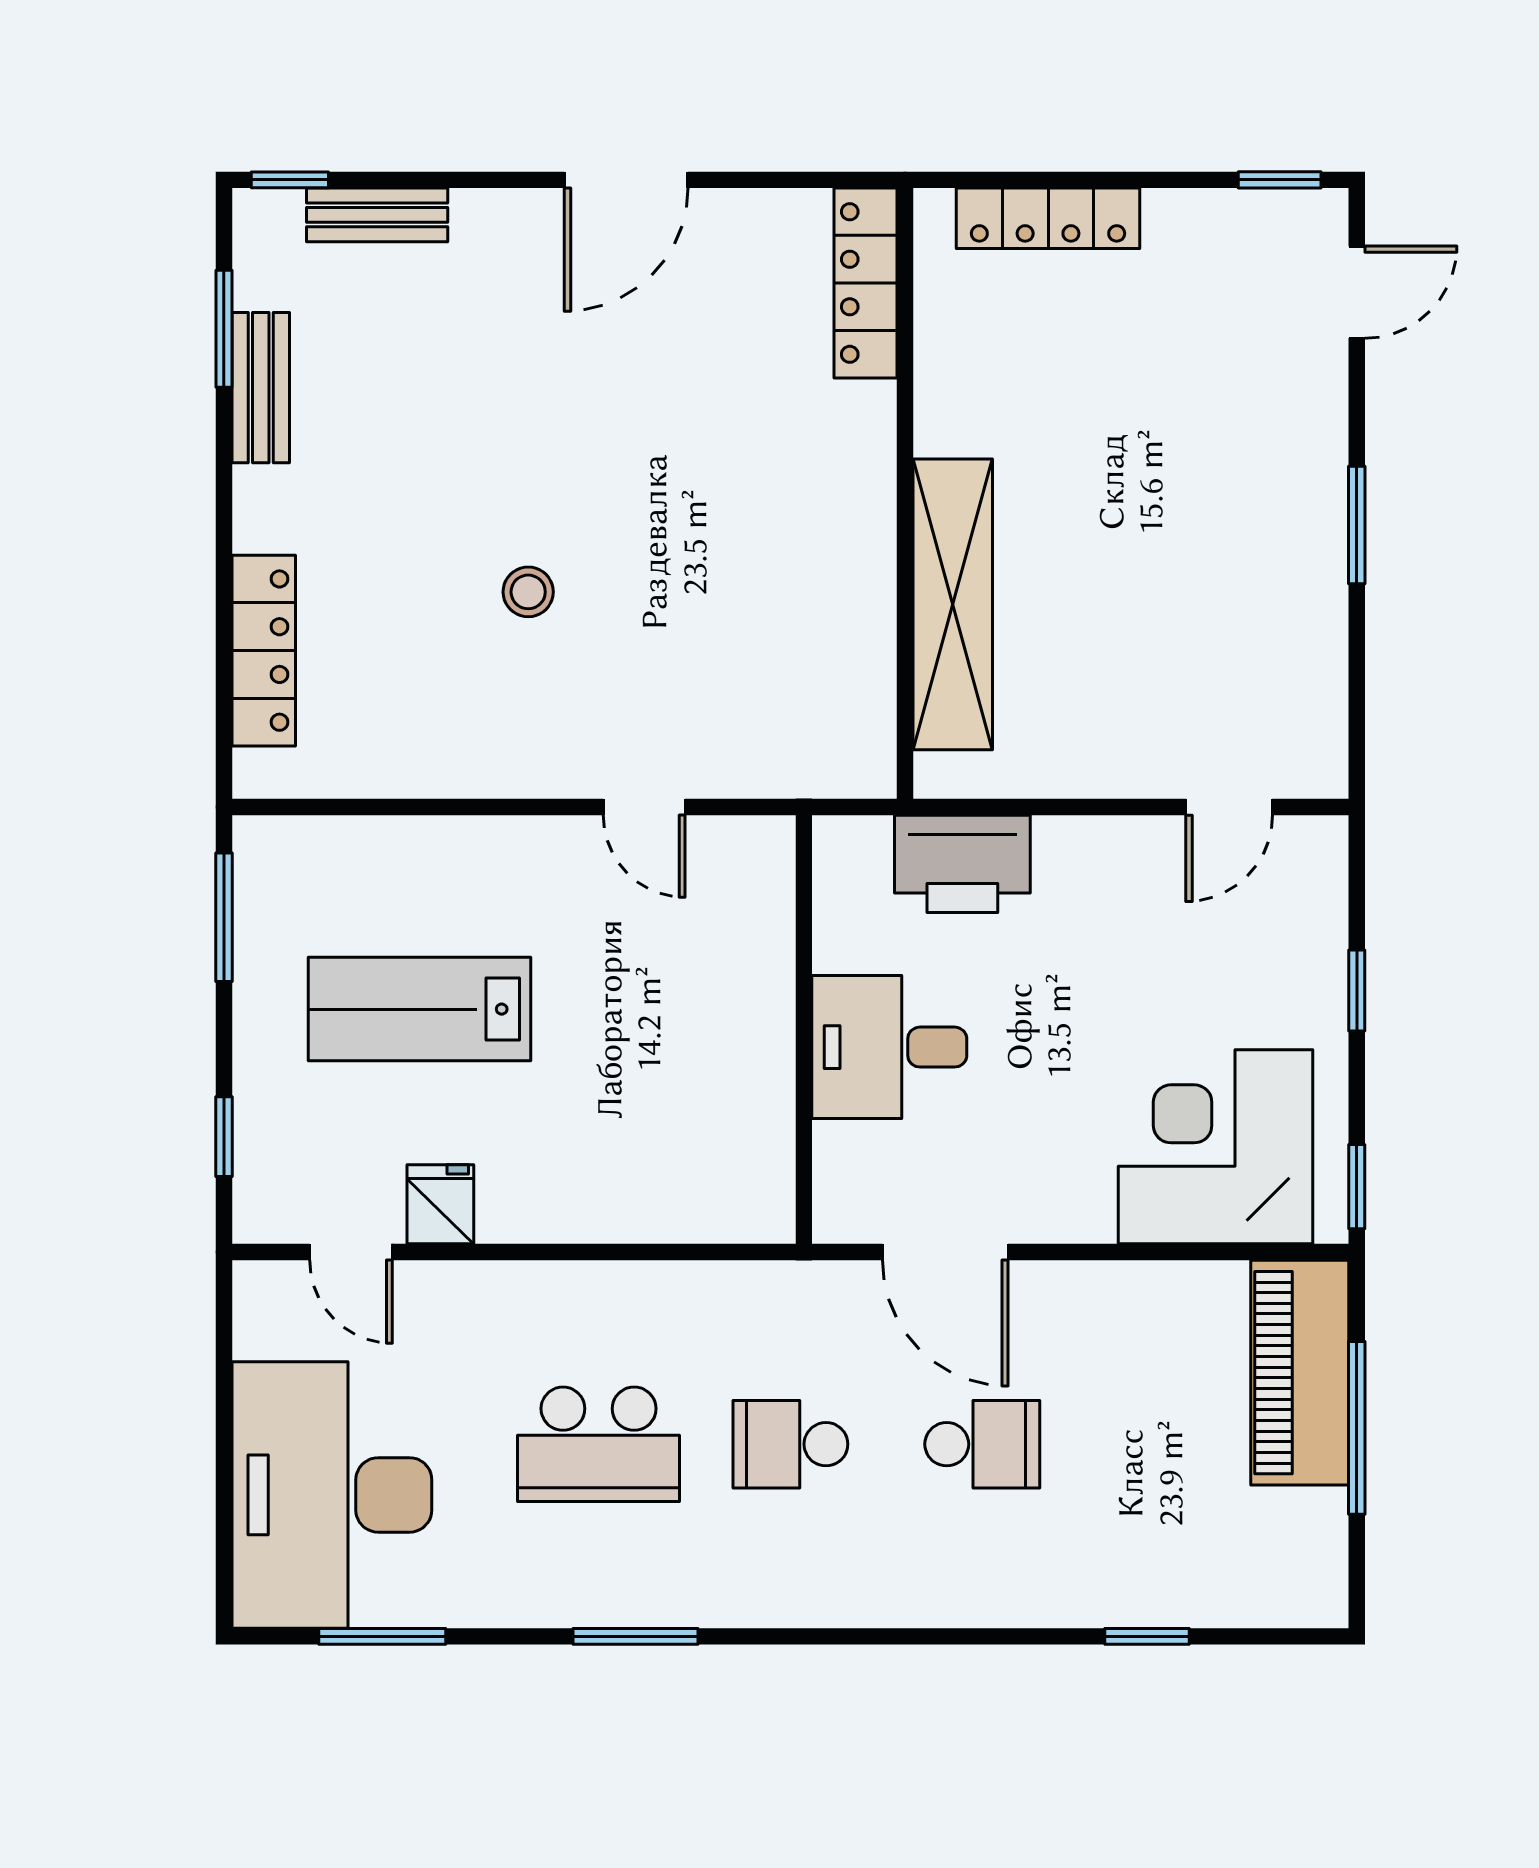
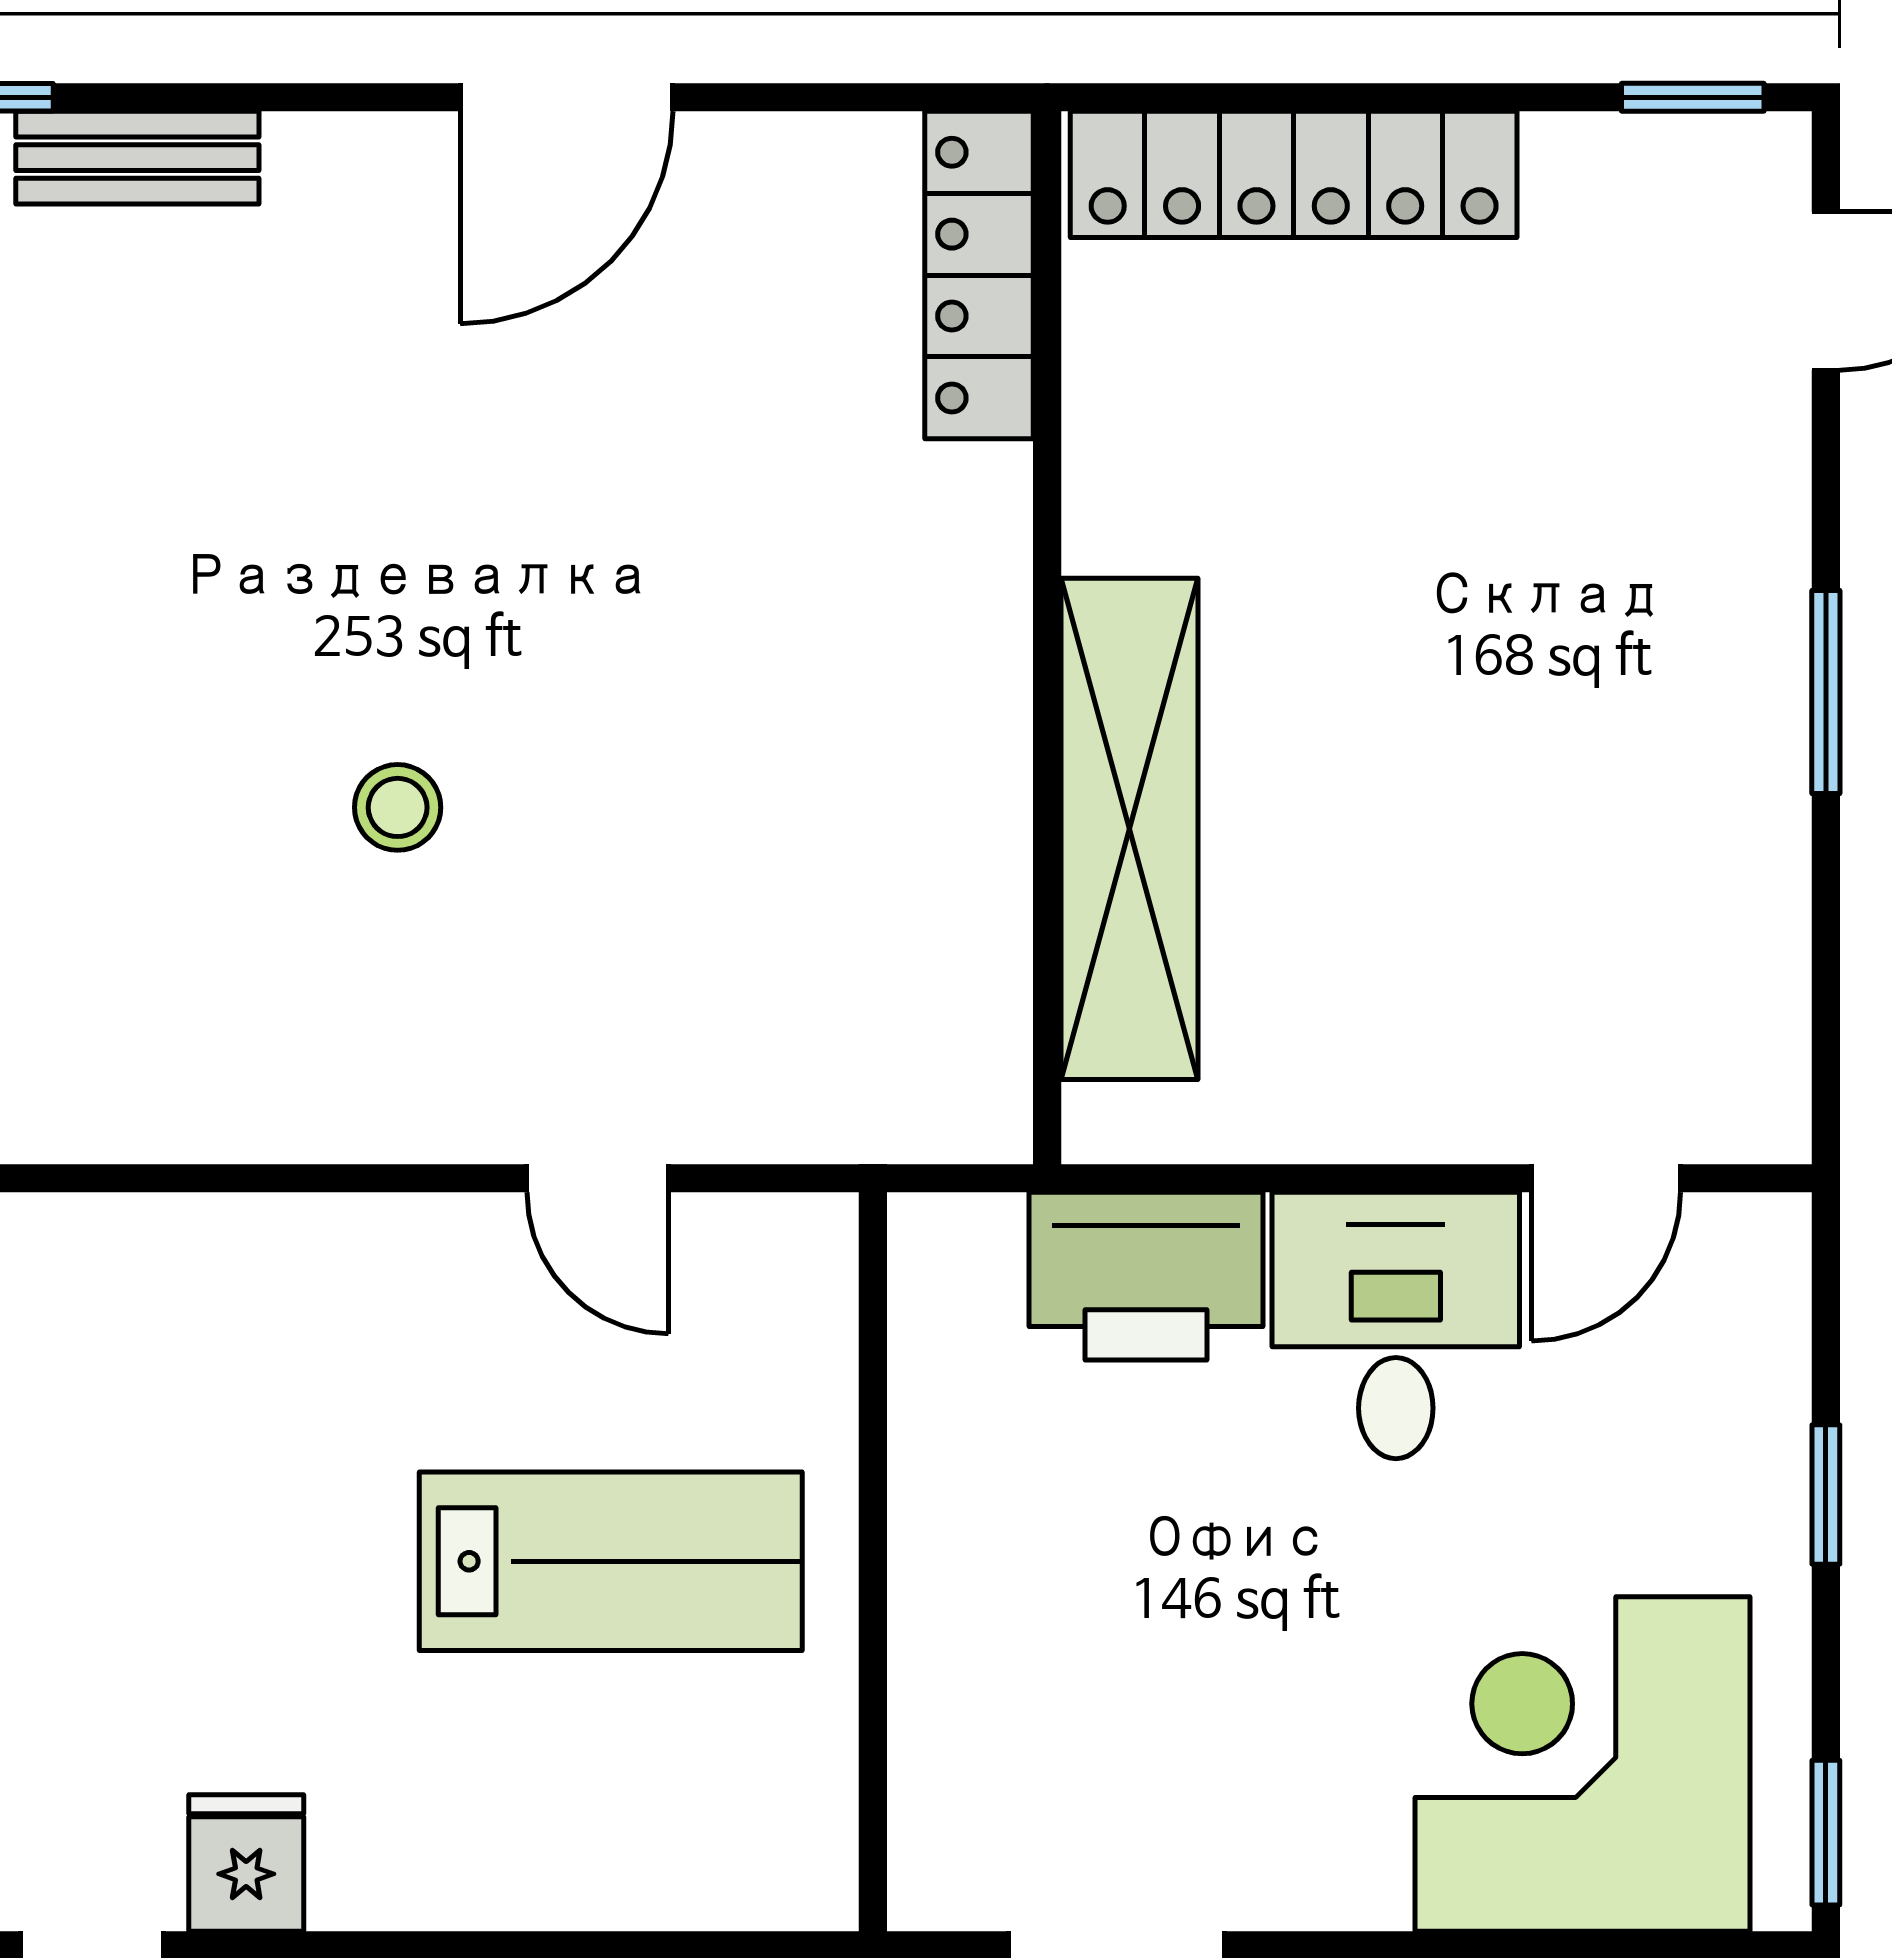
locker: (1048, 218) -> (1294, 174), width x1.41, depth x1.21
lab bench: (419, 1009) -> (611, 1561), moved, turned 180
desk: (889, 1047) -> (1396, 1325), moved, turned 90

